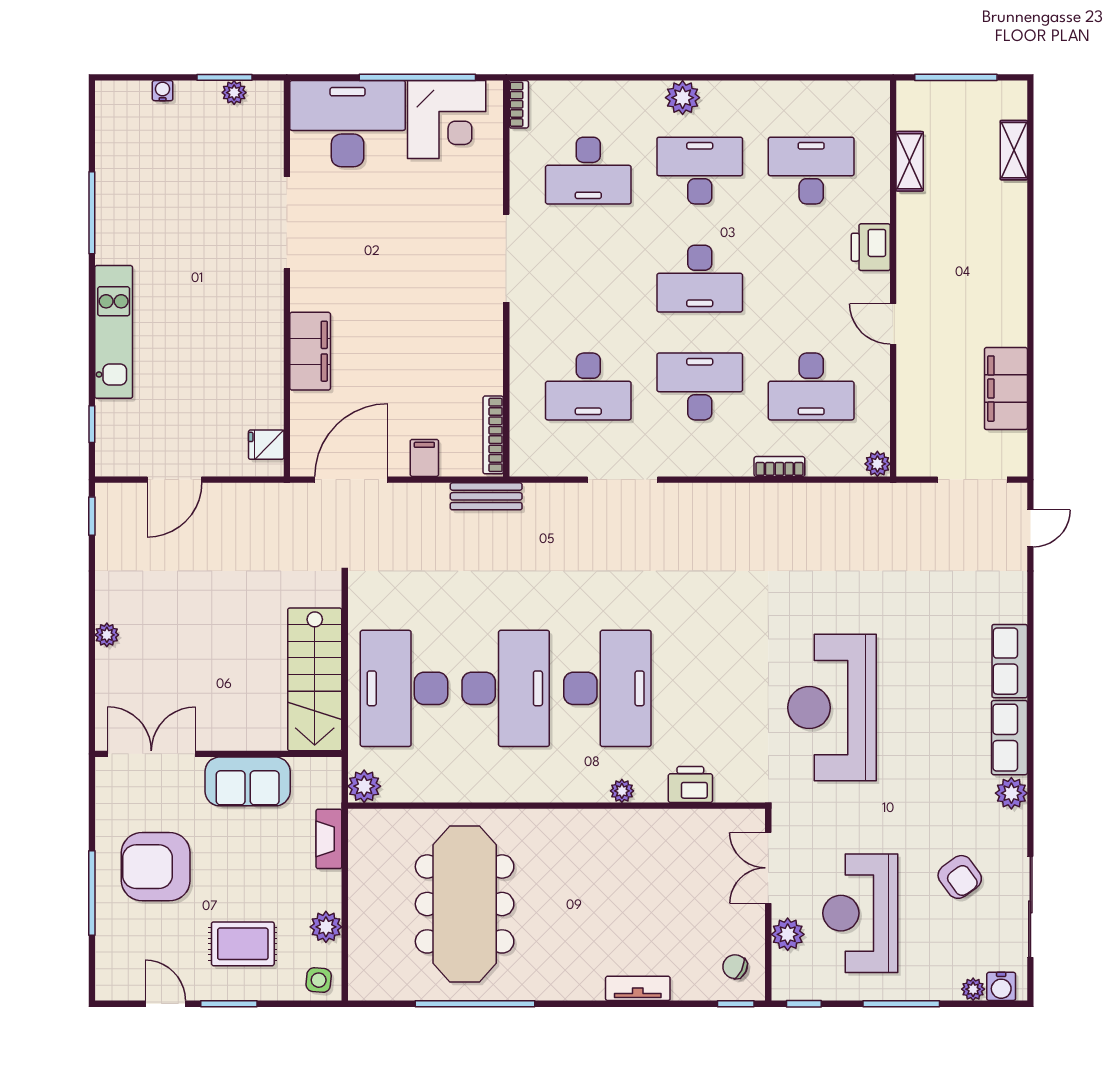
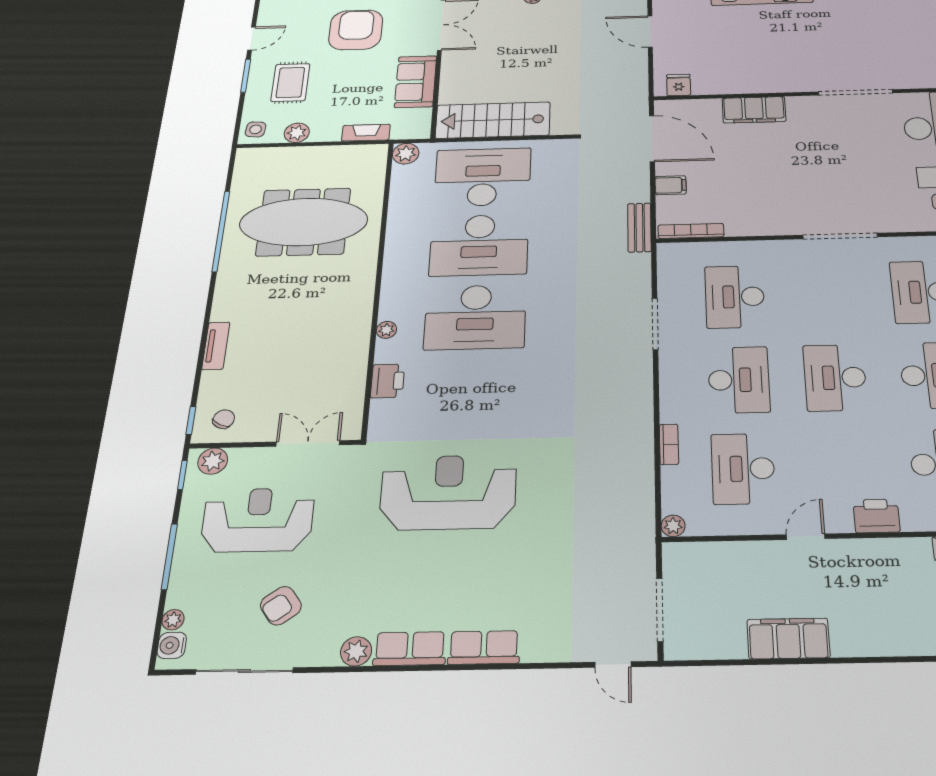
filing cabinet: (1006, 389) -> (788, 638), moved
plant: (788, 934) -> (213, 461), moved

